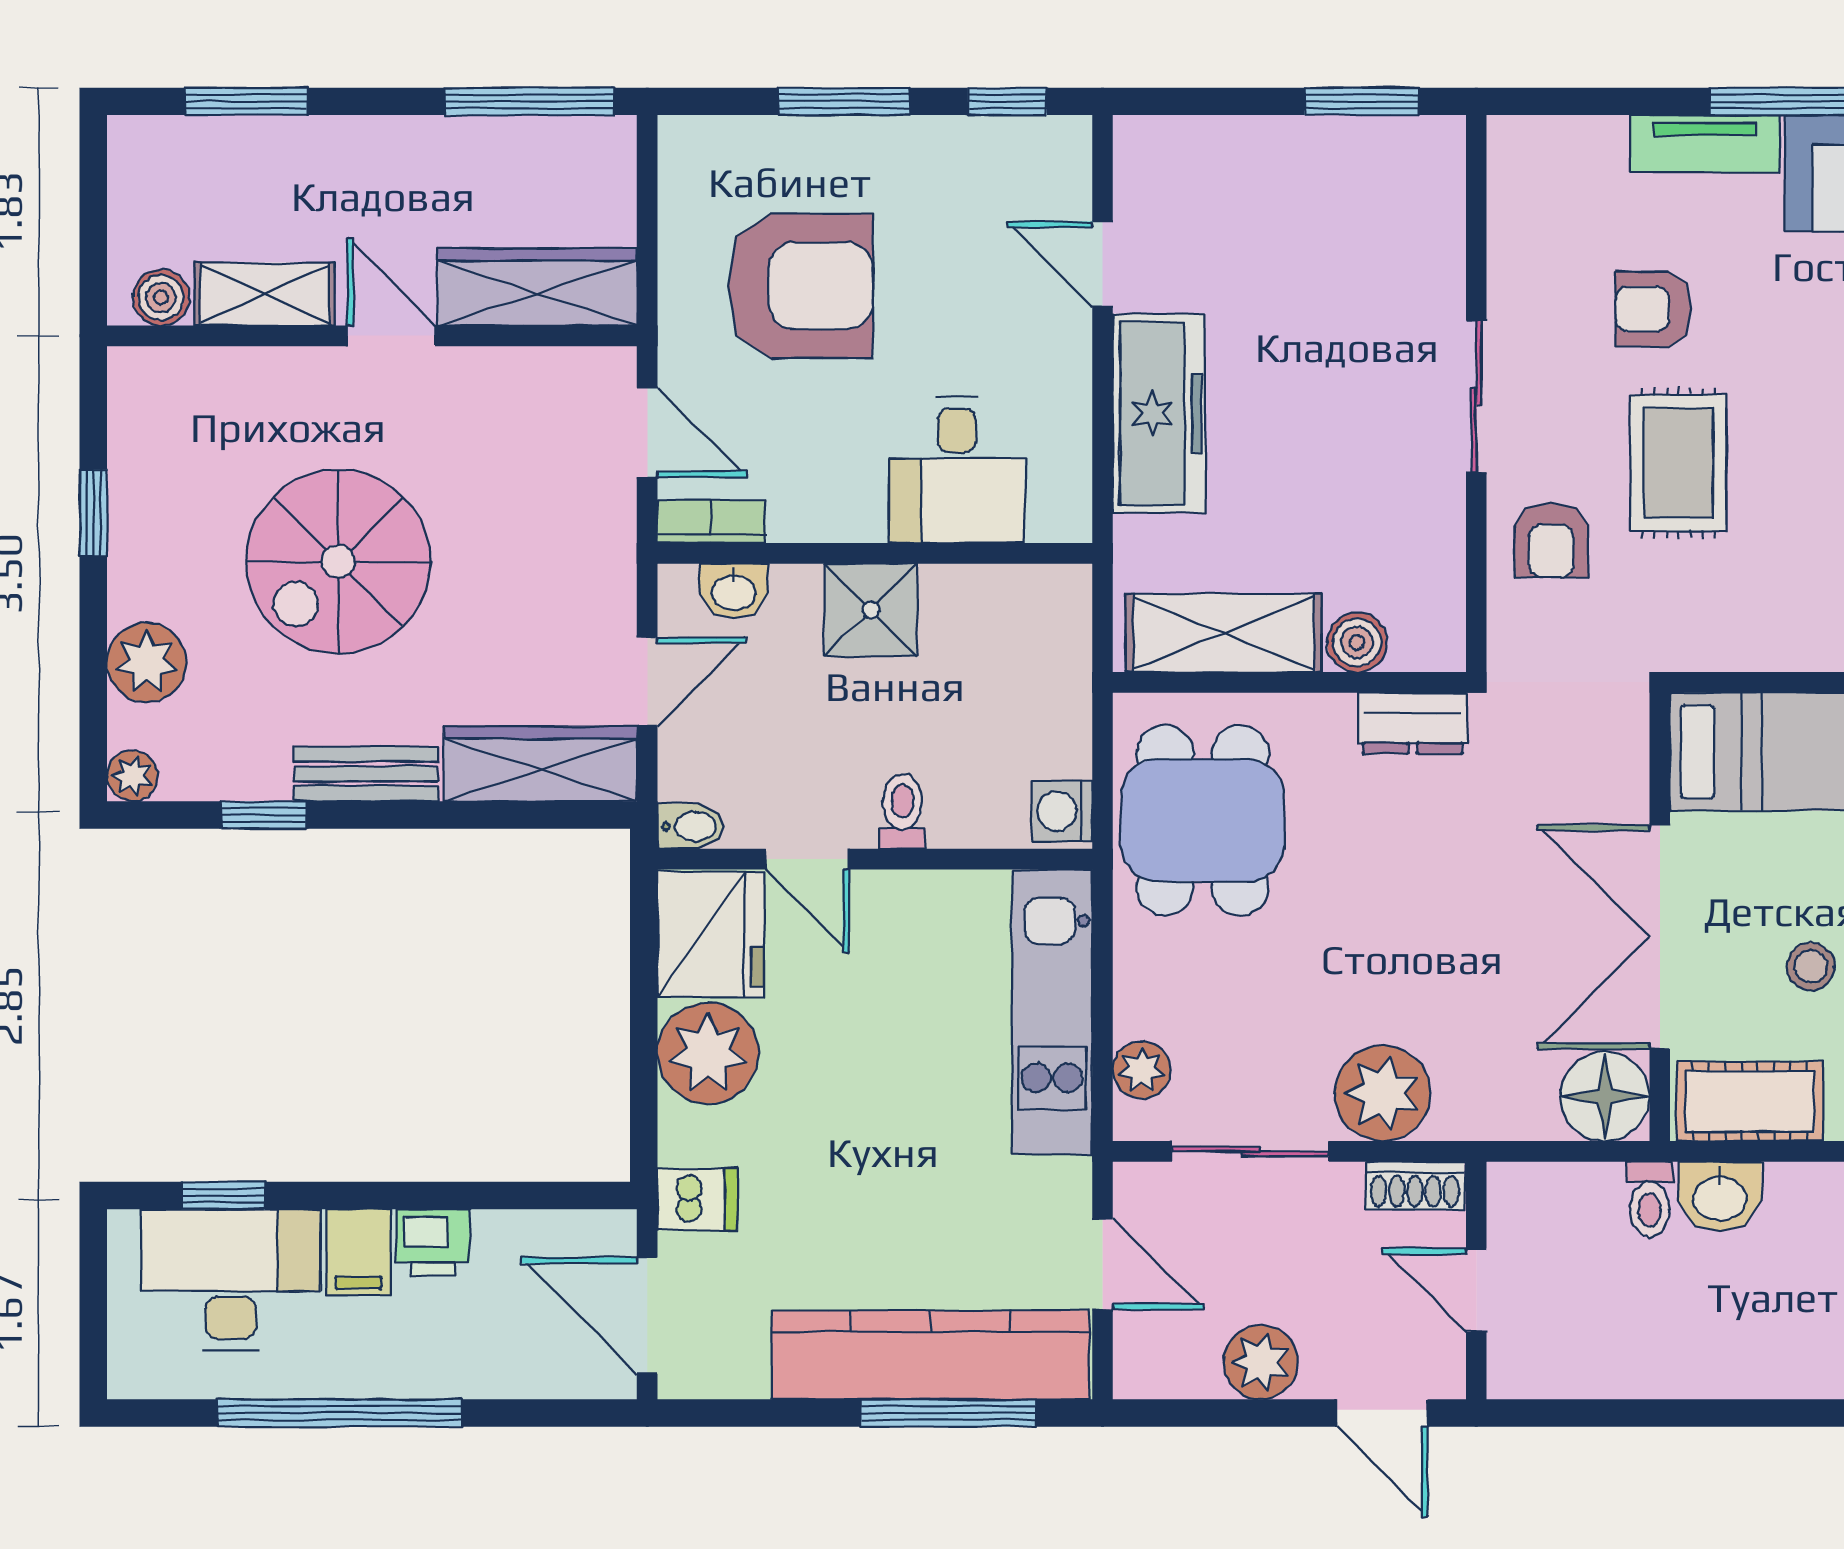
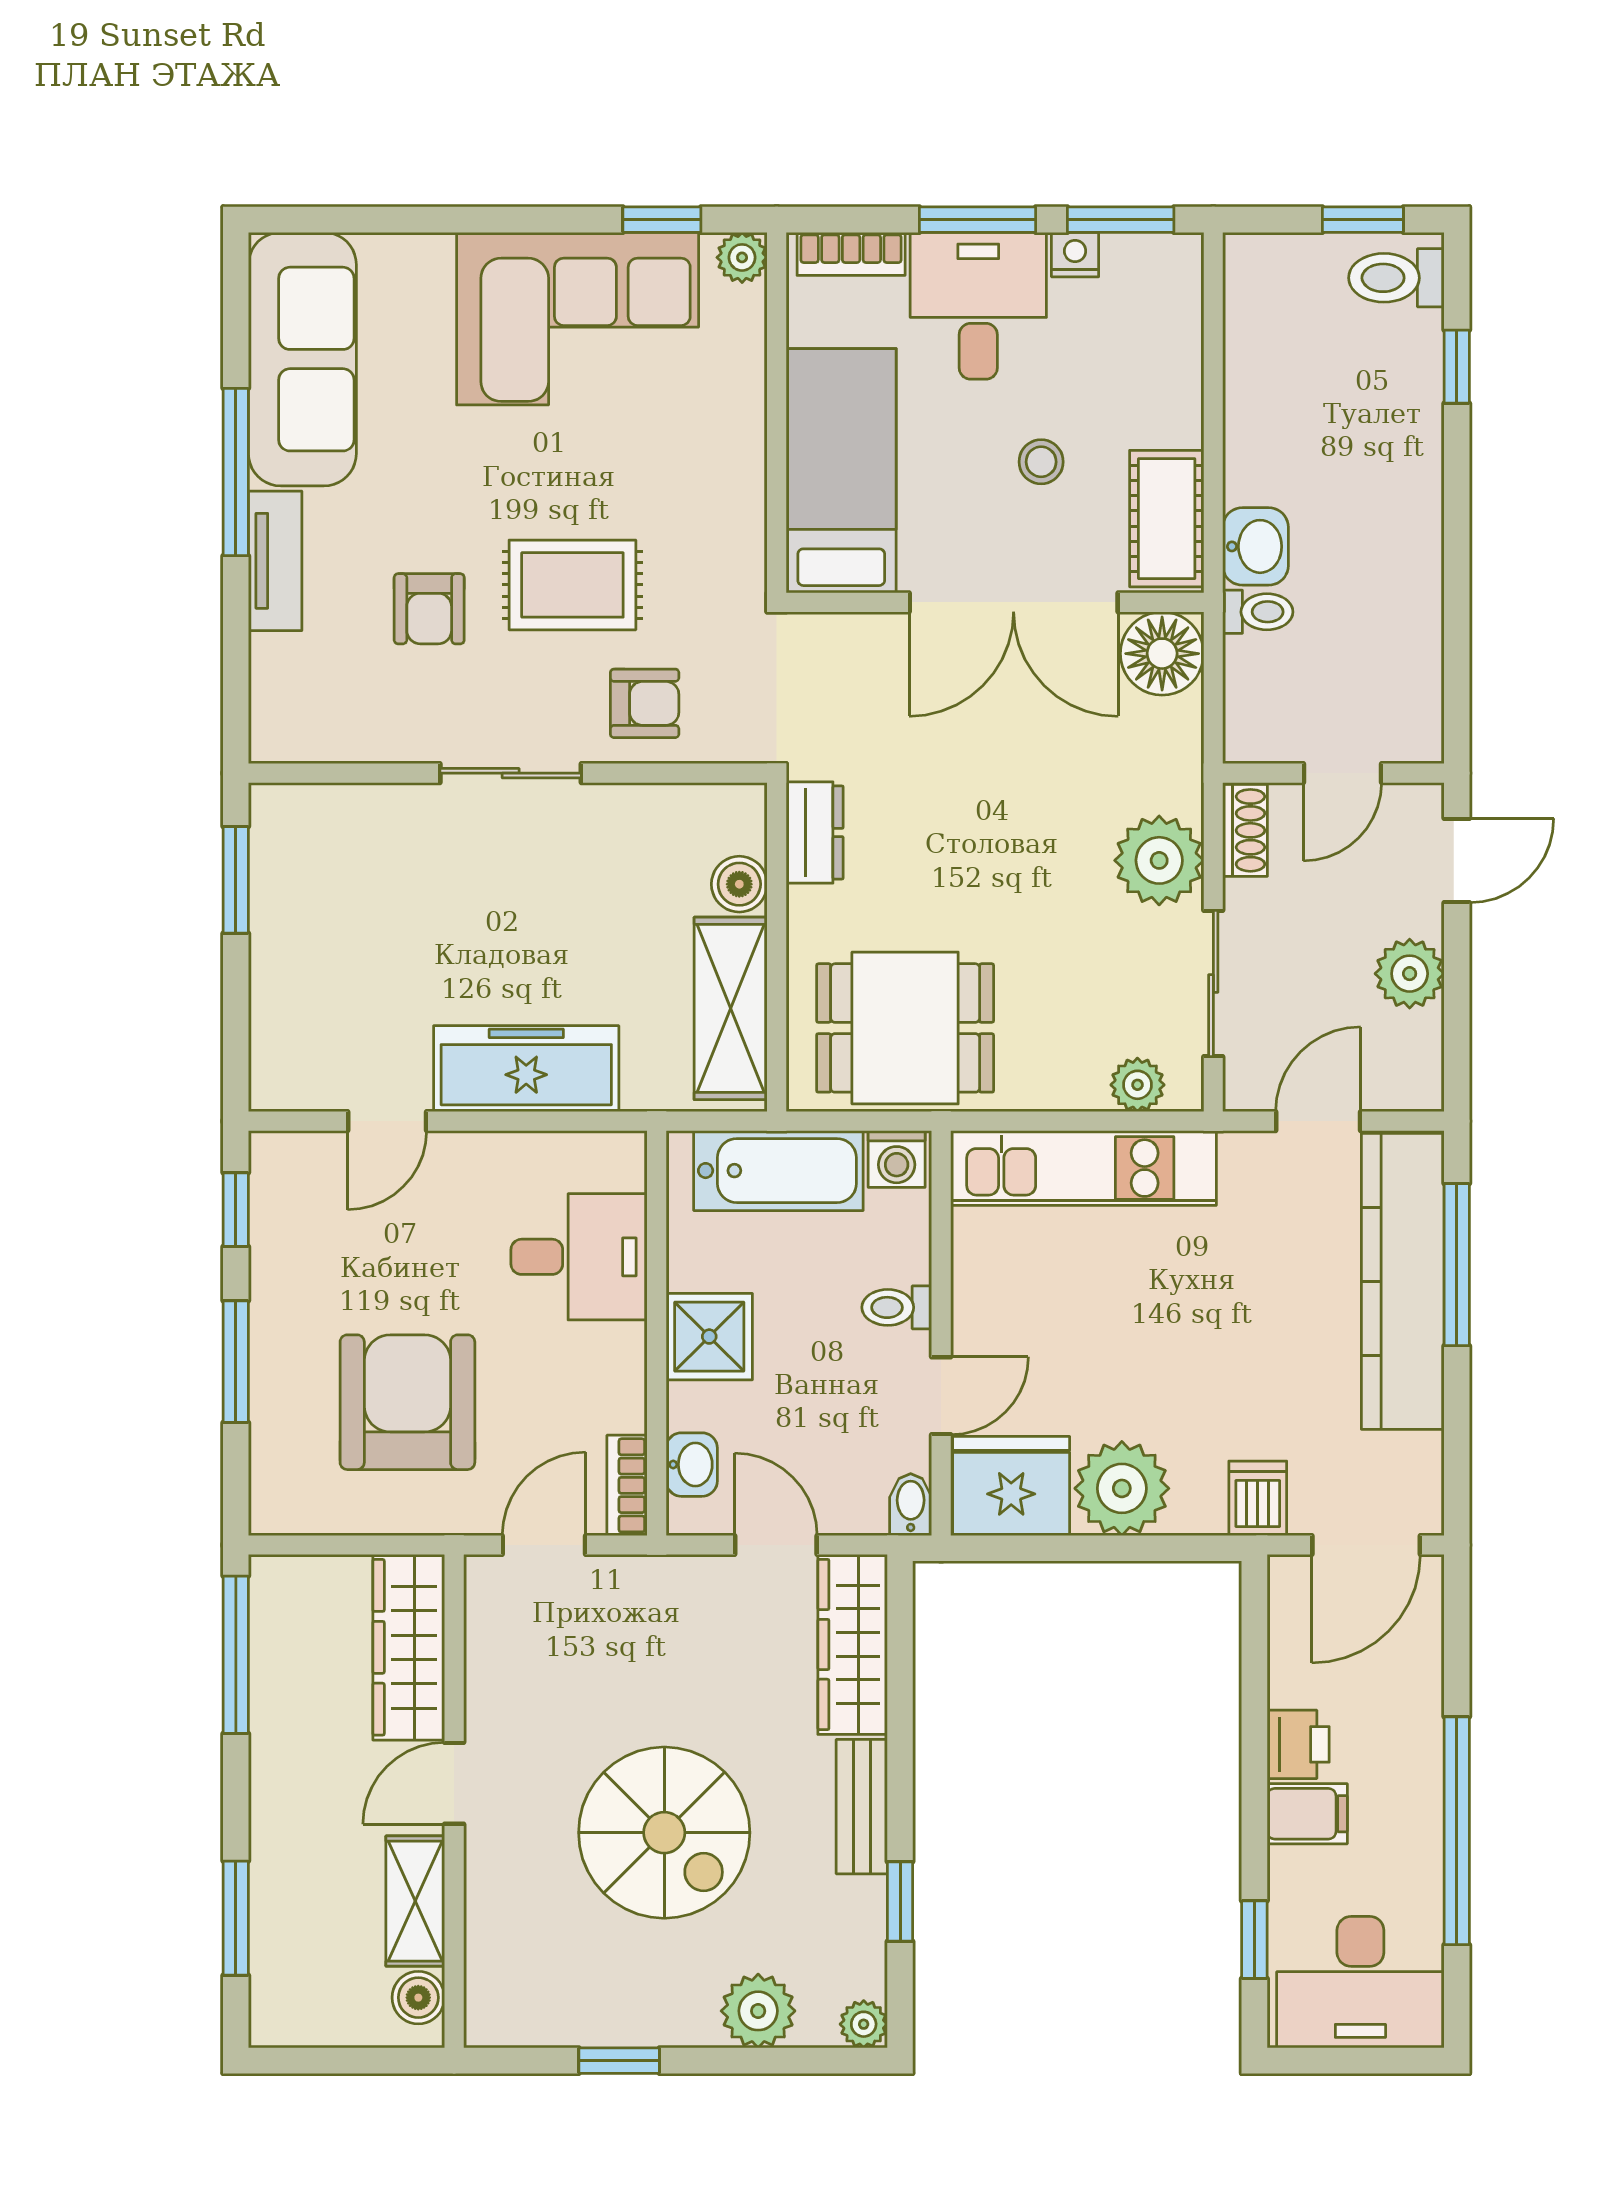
bathtub: (1049, 684) -> (778, 1171), added
desk: (231, 1280) -> (1360, 1982), moved, turned -90

